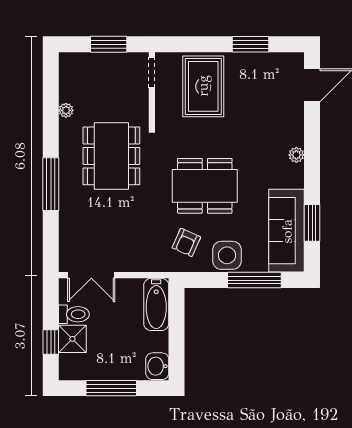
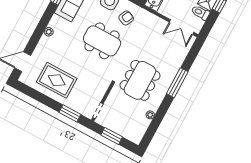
window: (250, 44) -> (70, 113), moved
rug: (203, 86) -> (57, 80), moved, turned 90
double door: (91, 275) -> (182, 27), swing flipped

